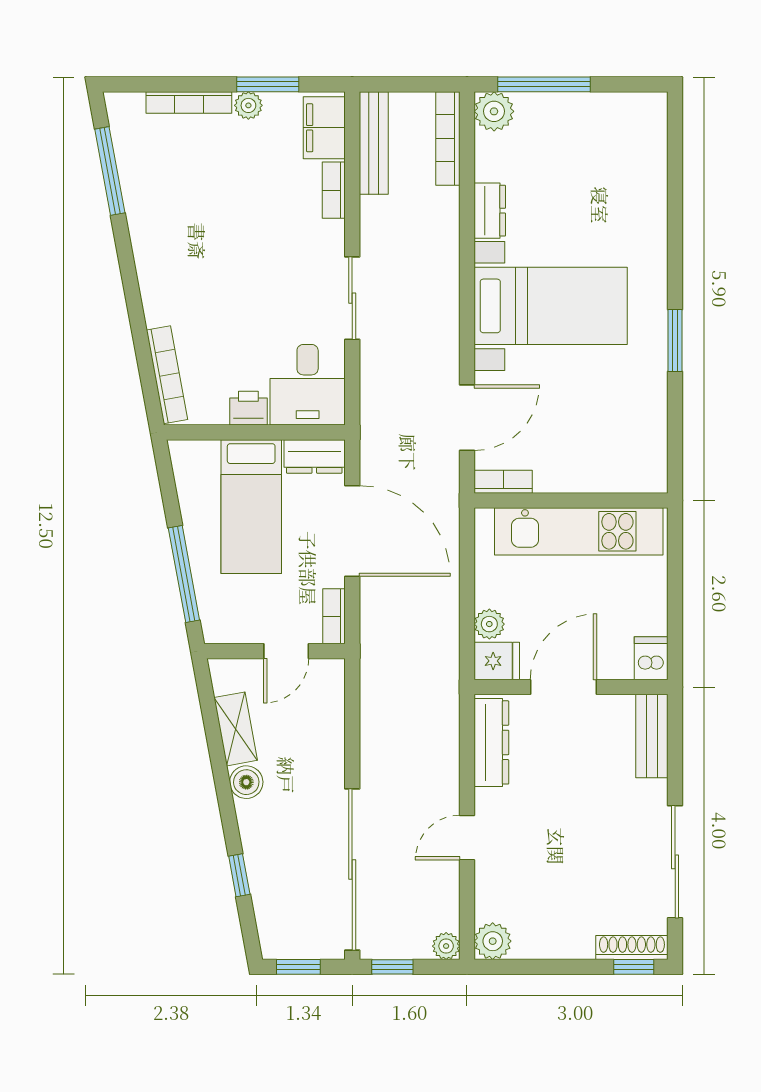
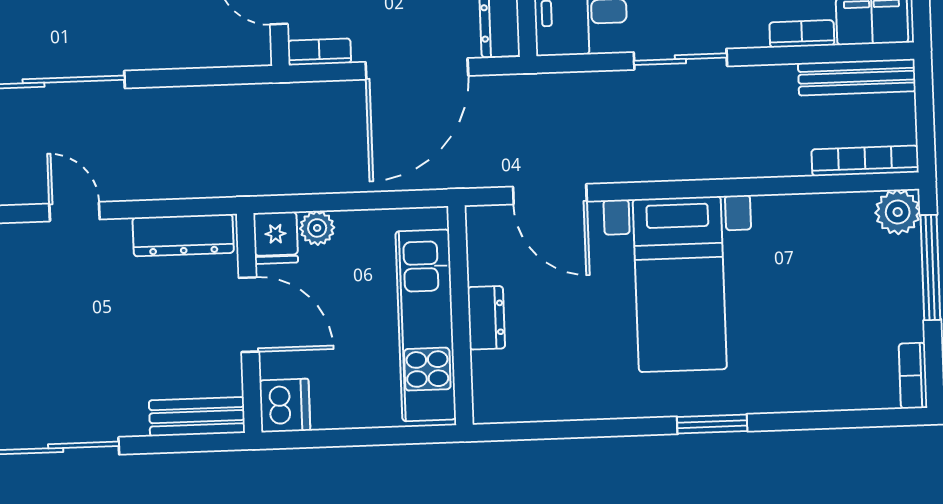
dresser: (490, 211) -> (486, 318), moved, turned -90
window: (675, 340) -> (712, 424), moved
bookcase: (503, 482) -> (913, 376), moved, turned 180
dishwasher: (651, 658) -> (285, 405), width x1.38

